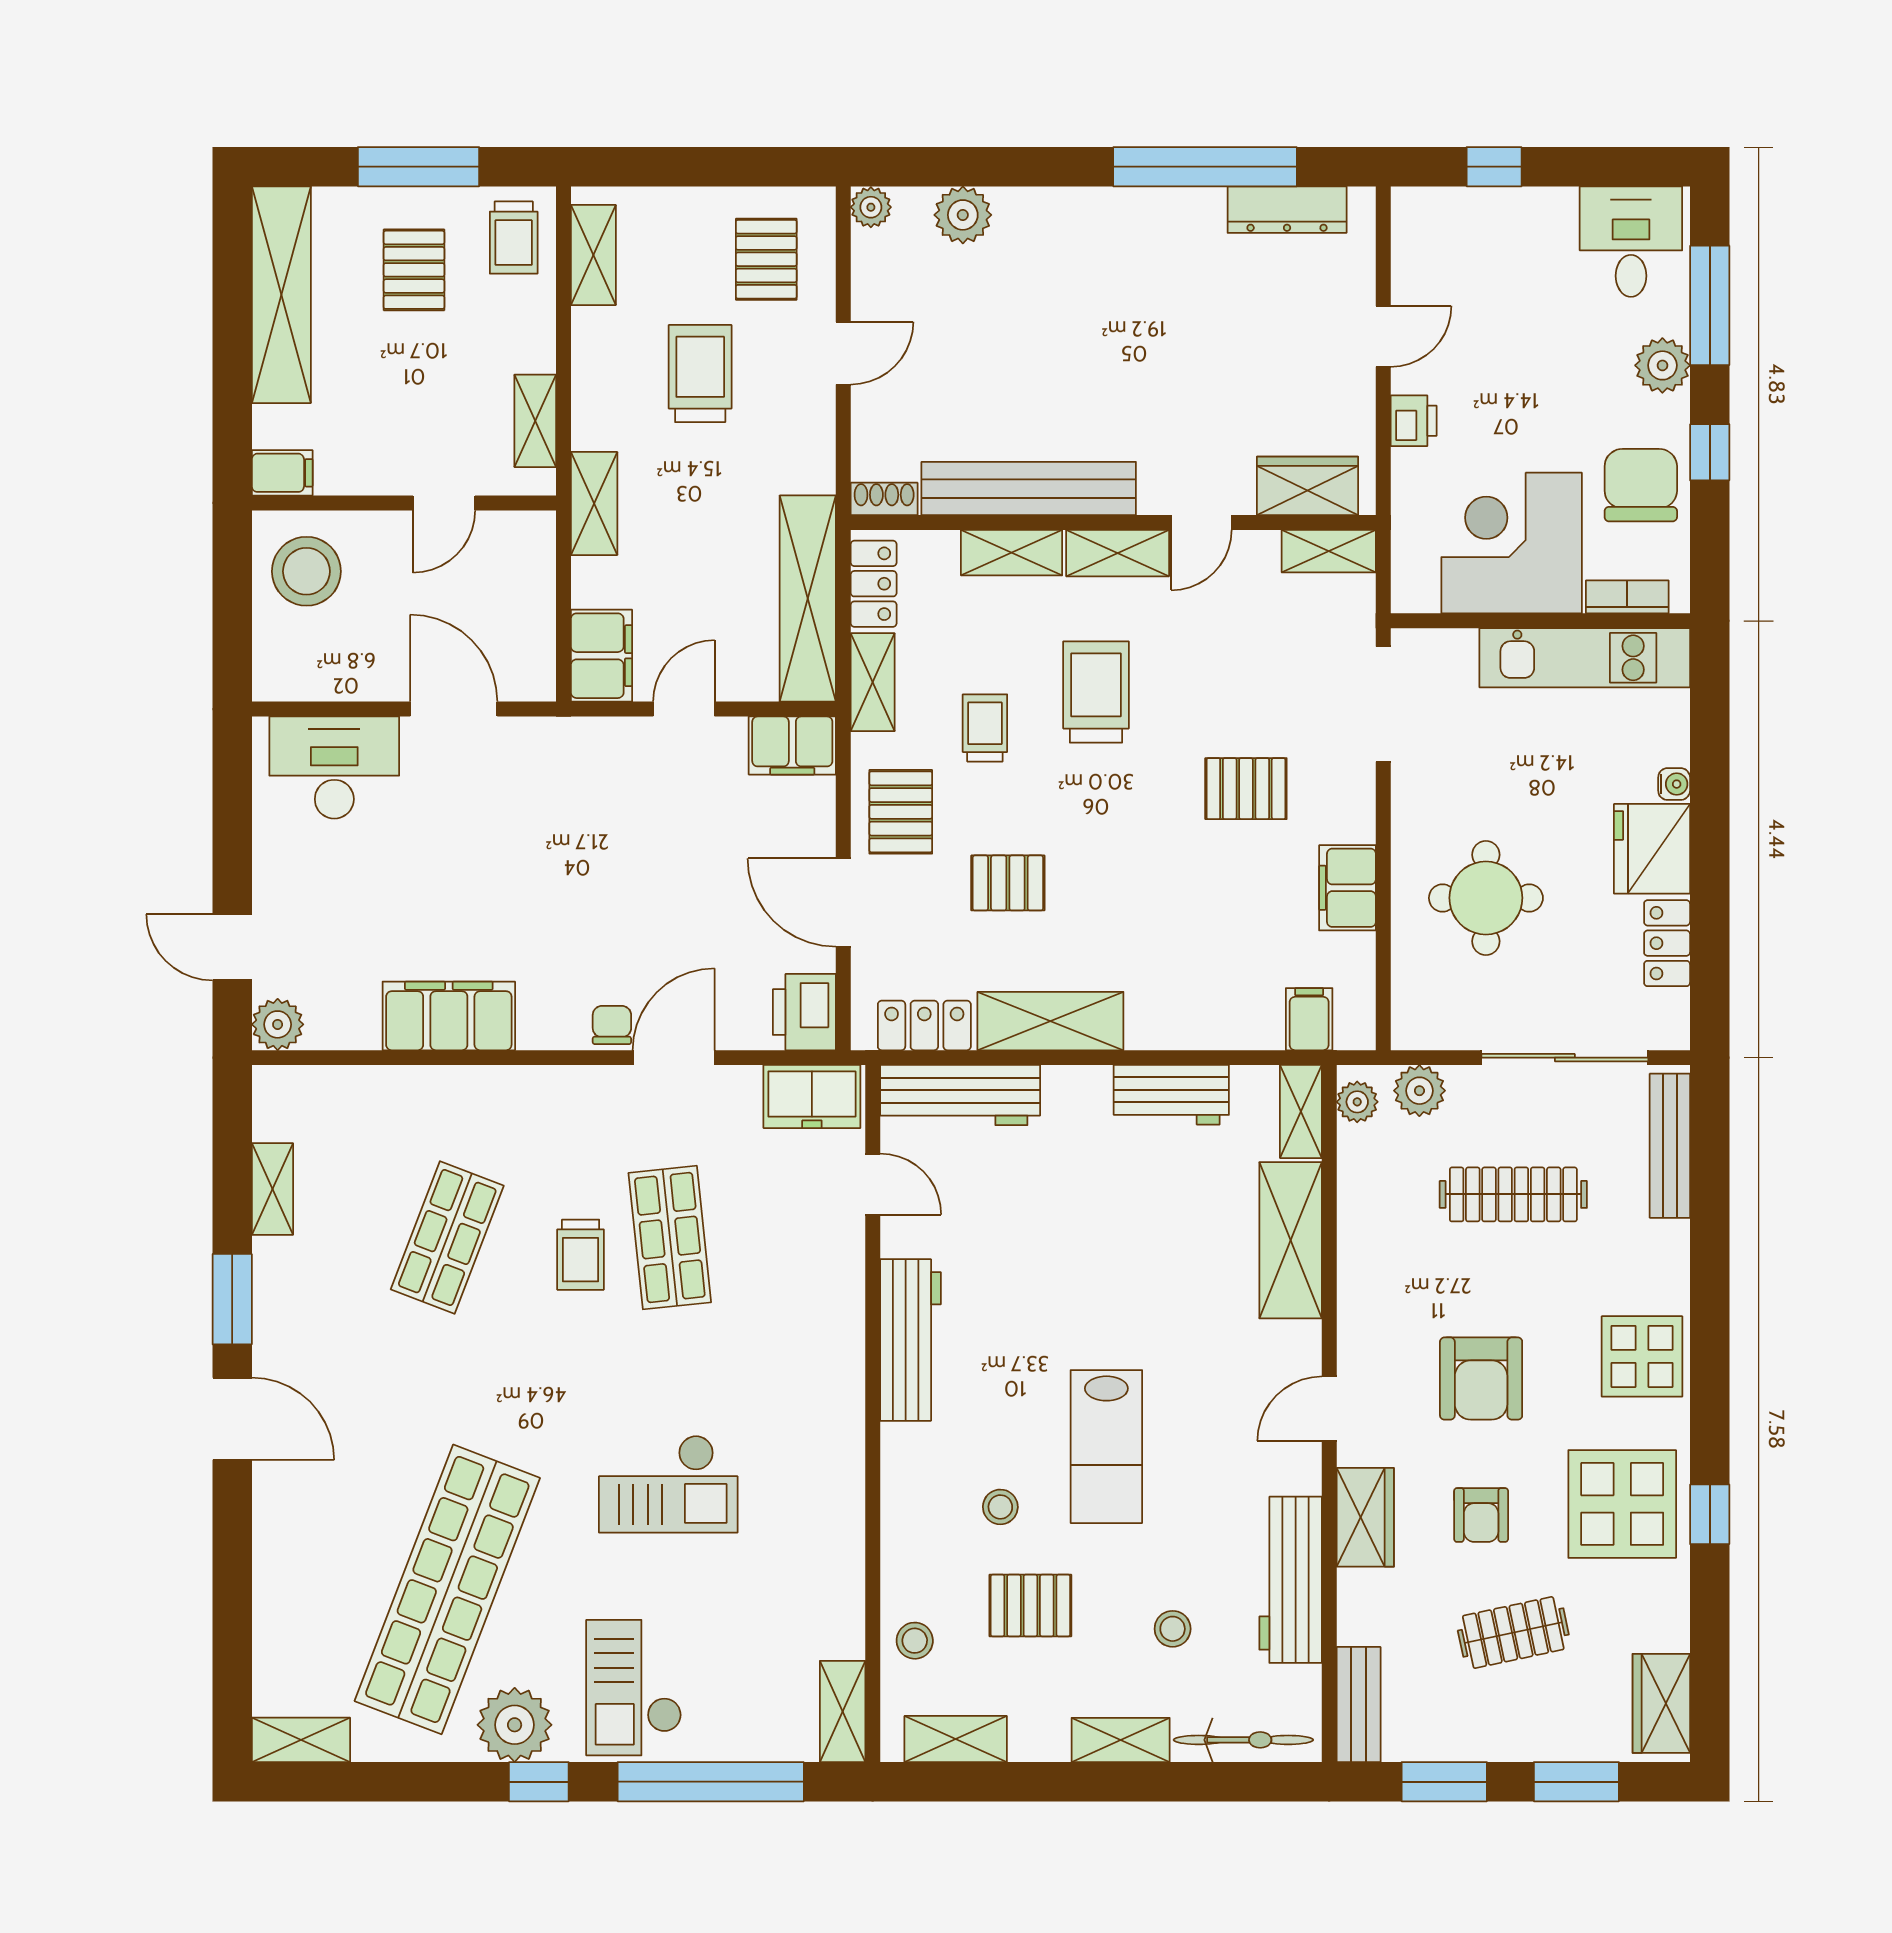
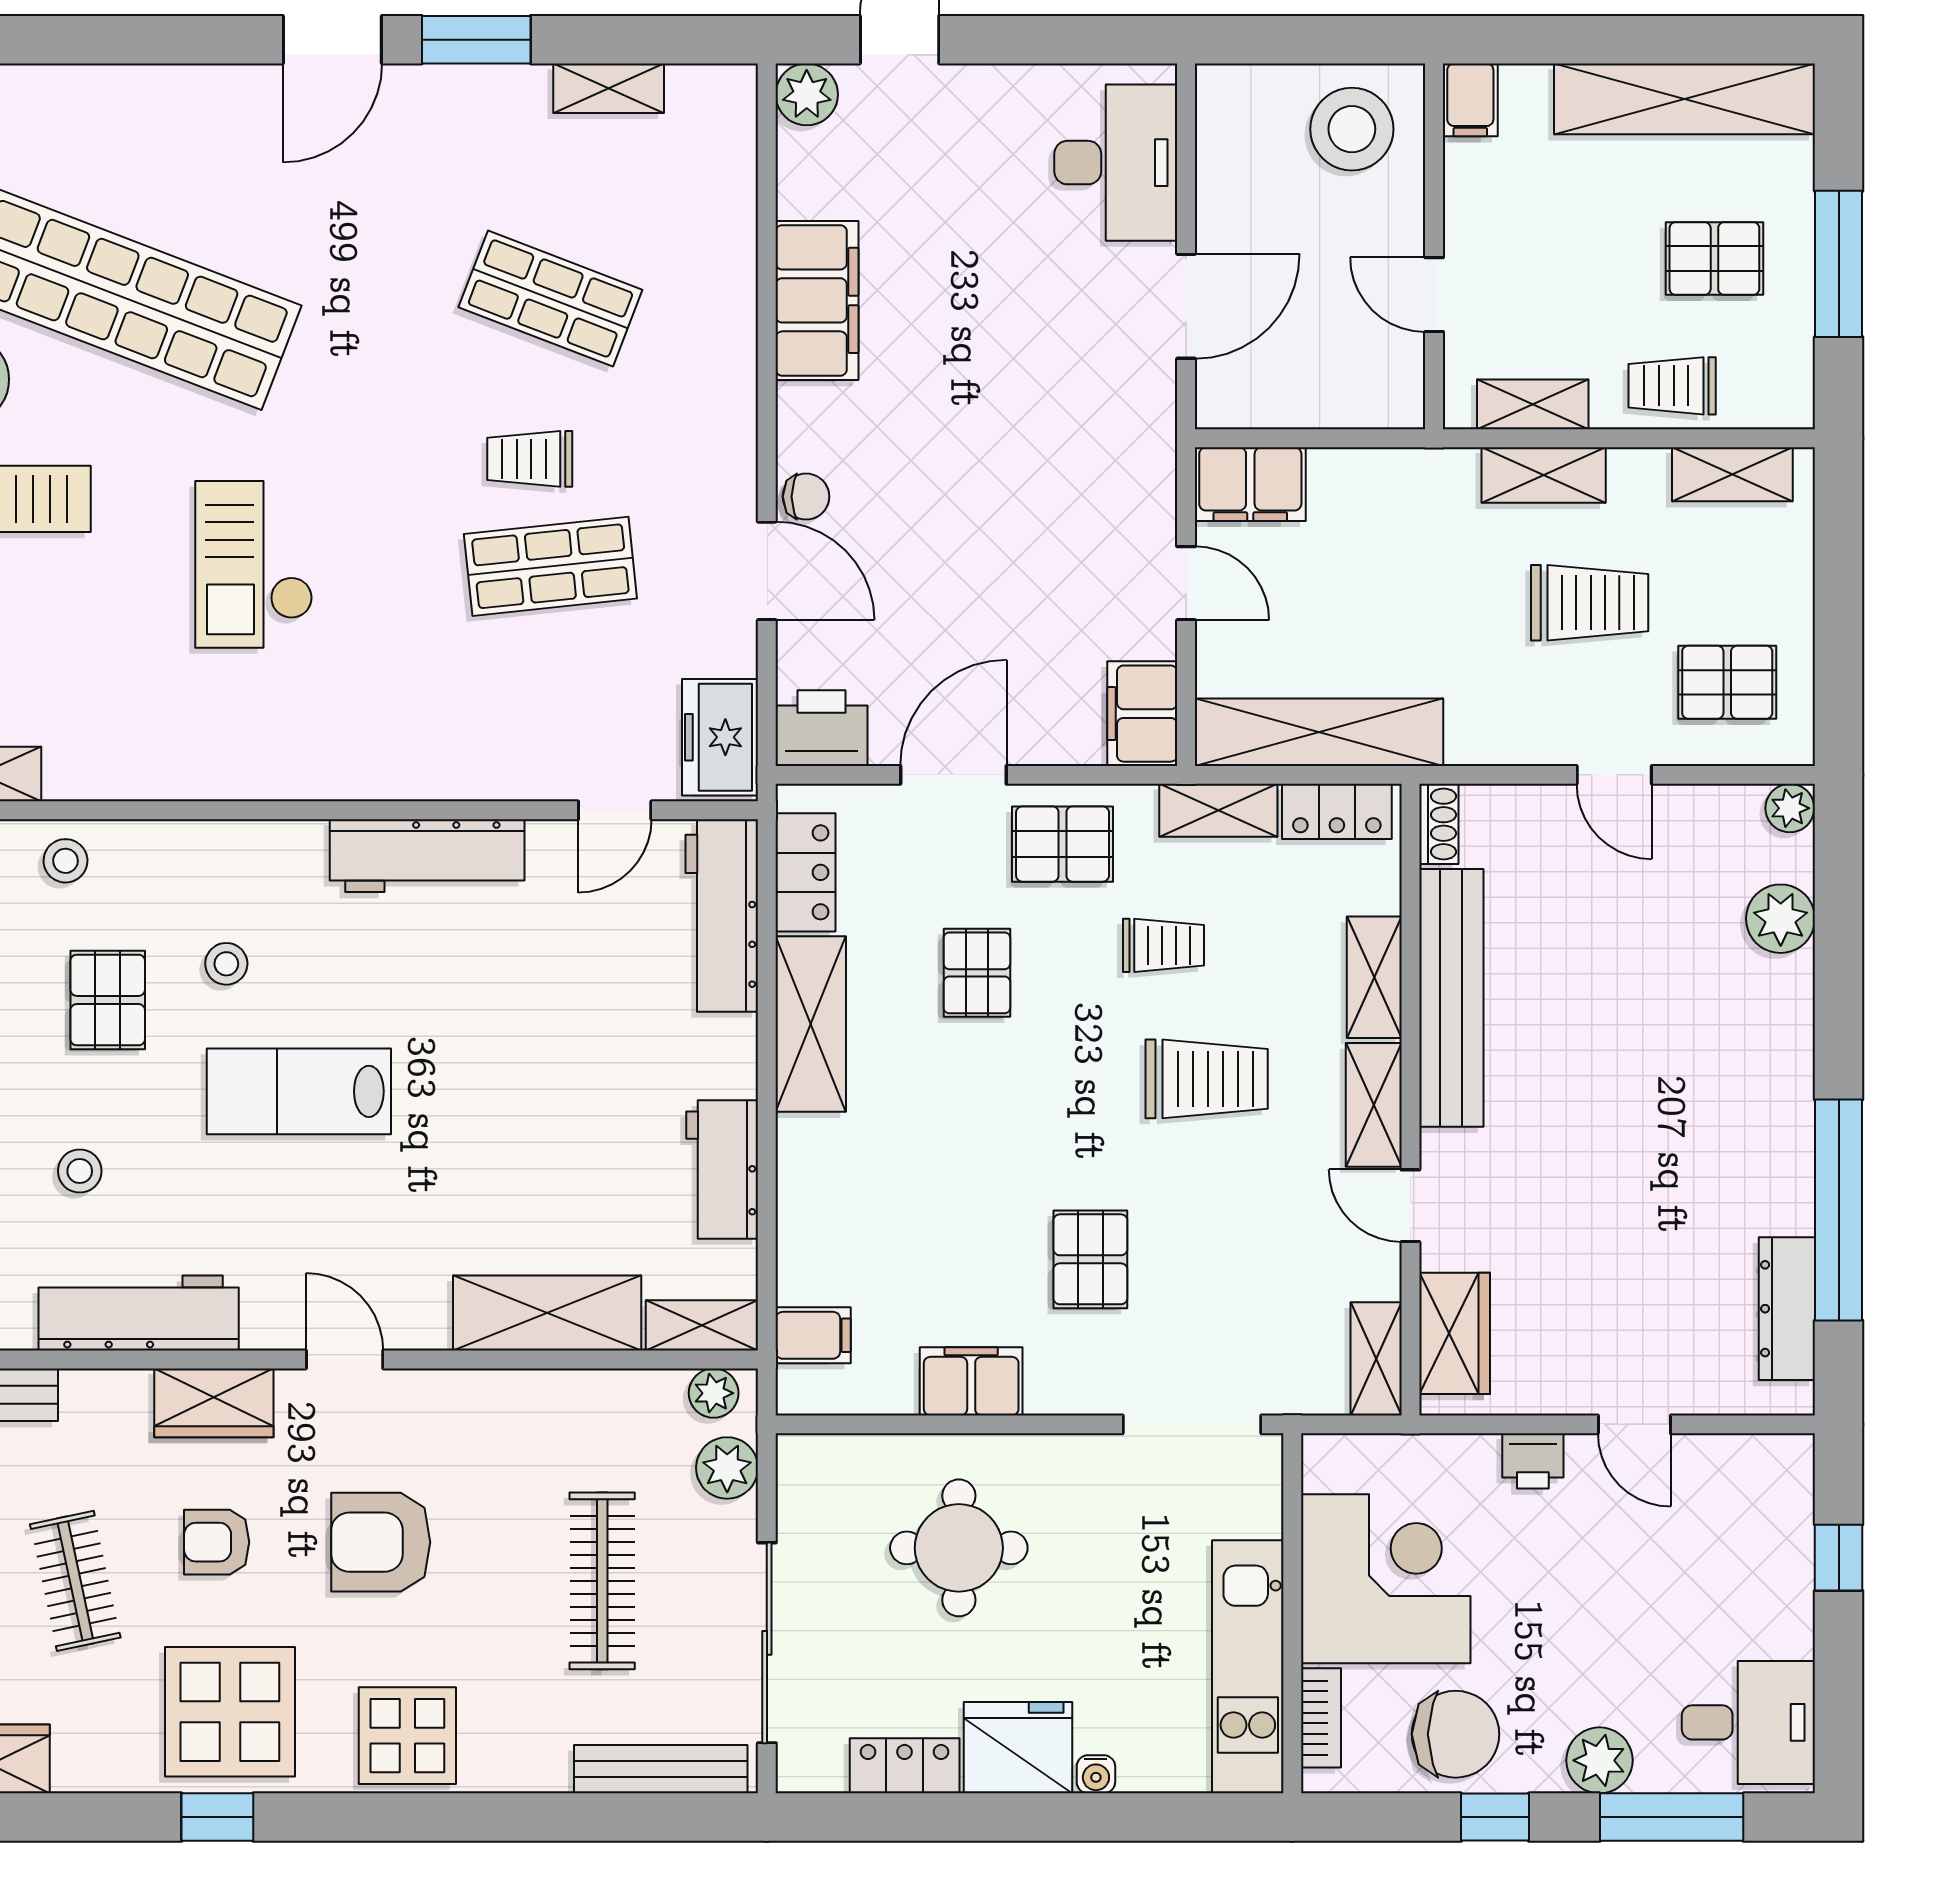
trolley: (514, 238) -> (1672, 386), moved
shelving: (594, 503) -> (1544, 475), moved

